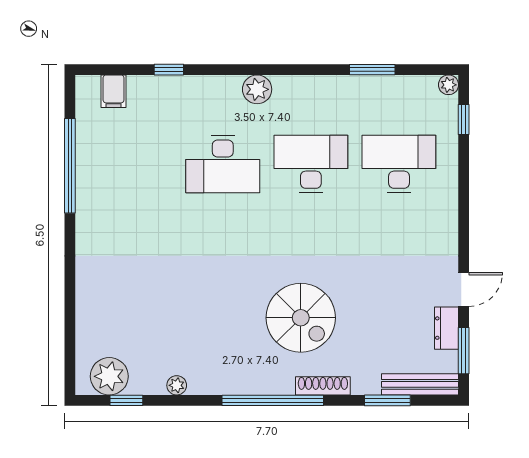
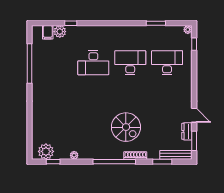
plant: (257, 89) -> (60, 32), moved
door: (464, 289) -> (194, 115), hinge flipped

